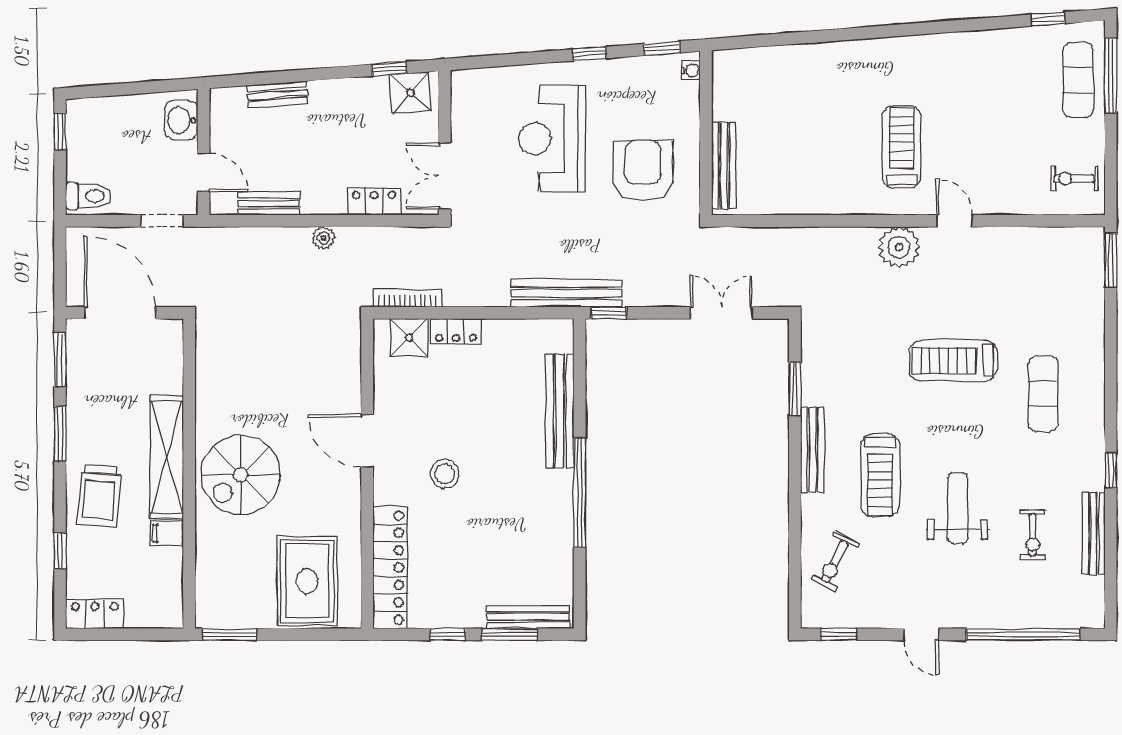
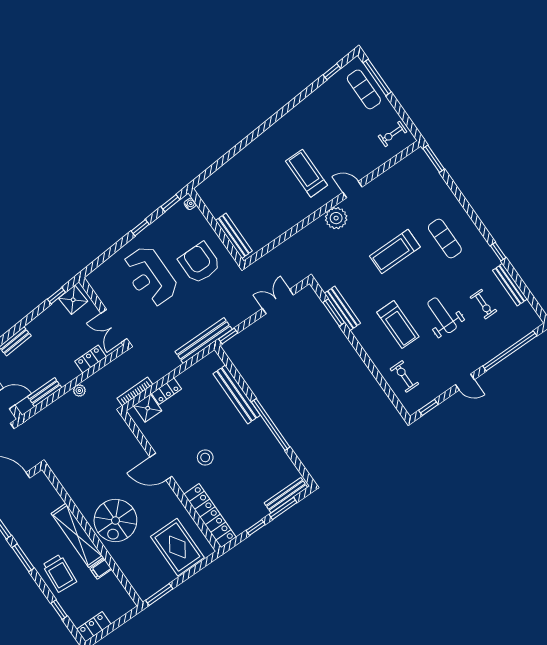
bench: (813, 450) -> (342, 308), moved
exercise bike: (835, 561) -> (404, 376), turned 153

